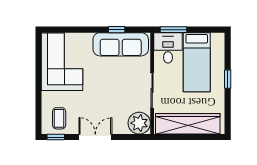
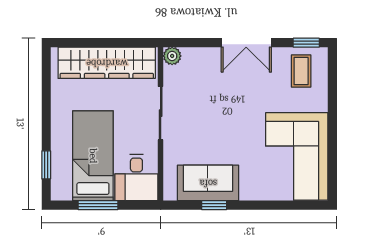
window: (174, 30) -> (98, 205), moved
sofa: (121, 44) -> (208, 183), width x0.73
window: (228, 79) -> (46, 165), moved
plant: (139, 123) -> (172, 56), width x0.53, depth x0.53

